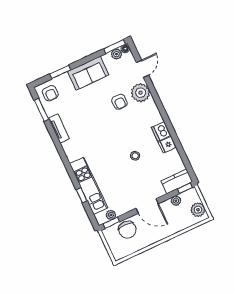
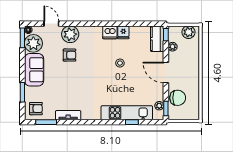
plant: (116, 54) -> (33, 43), width x1.88, depth x1.88
door: (147, 206) -> (166, 72), swing flipped

